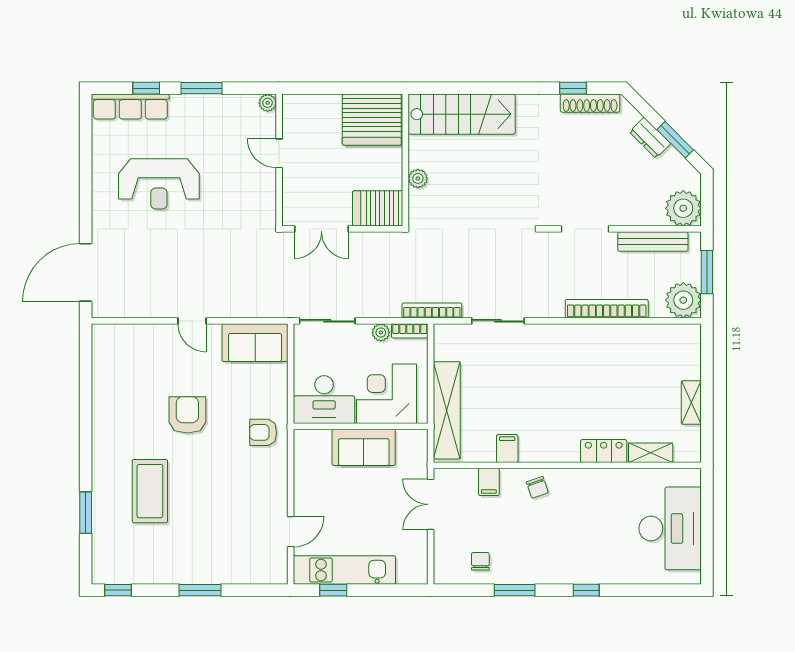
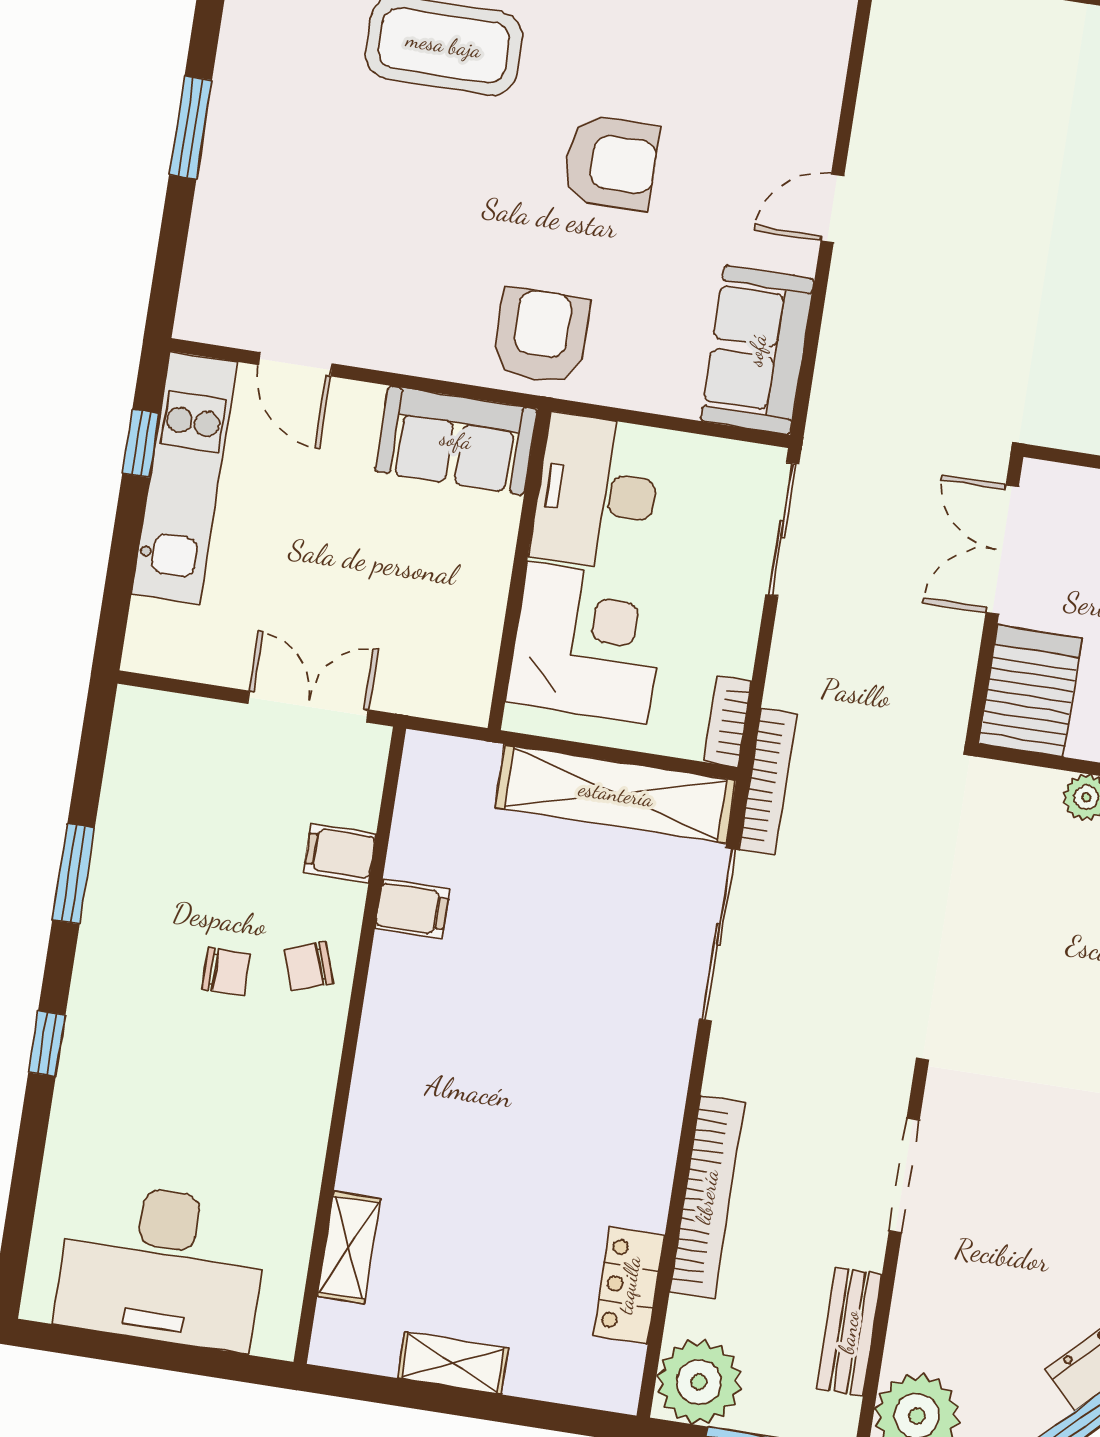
bench: (653, 242) -> (849, 1332), width x0.73
sliding door: (498, 321) -> (719, 934), width x1.37
plant: (381, 332) -> (735, 652), removed
shelving: (447, 410) -> (616, 794), moved
armchair: (263, 432) -> (541, 336), width x1.38, depth x1.38
sofa: (364, 447) -> (456, 440), moved, turned -90
locker: (604, 451) -> (629, 1285), moved, turned 180
chair: (480, 561) -> (226, 971), moved

